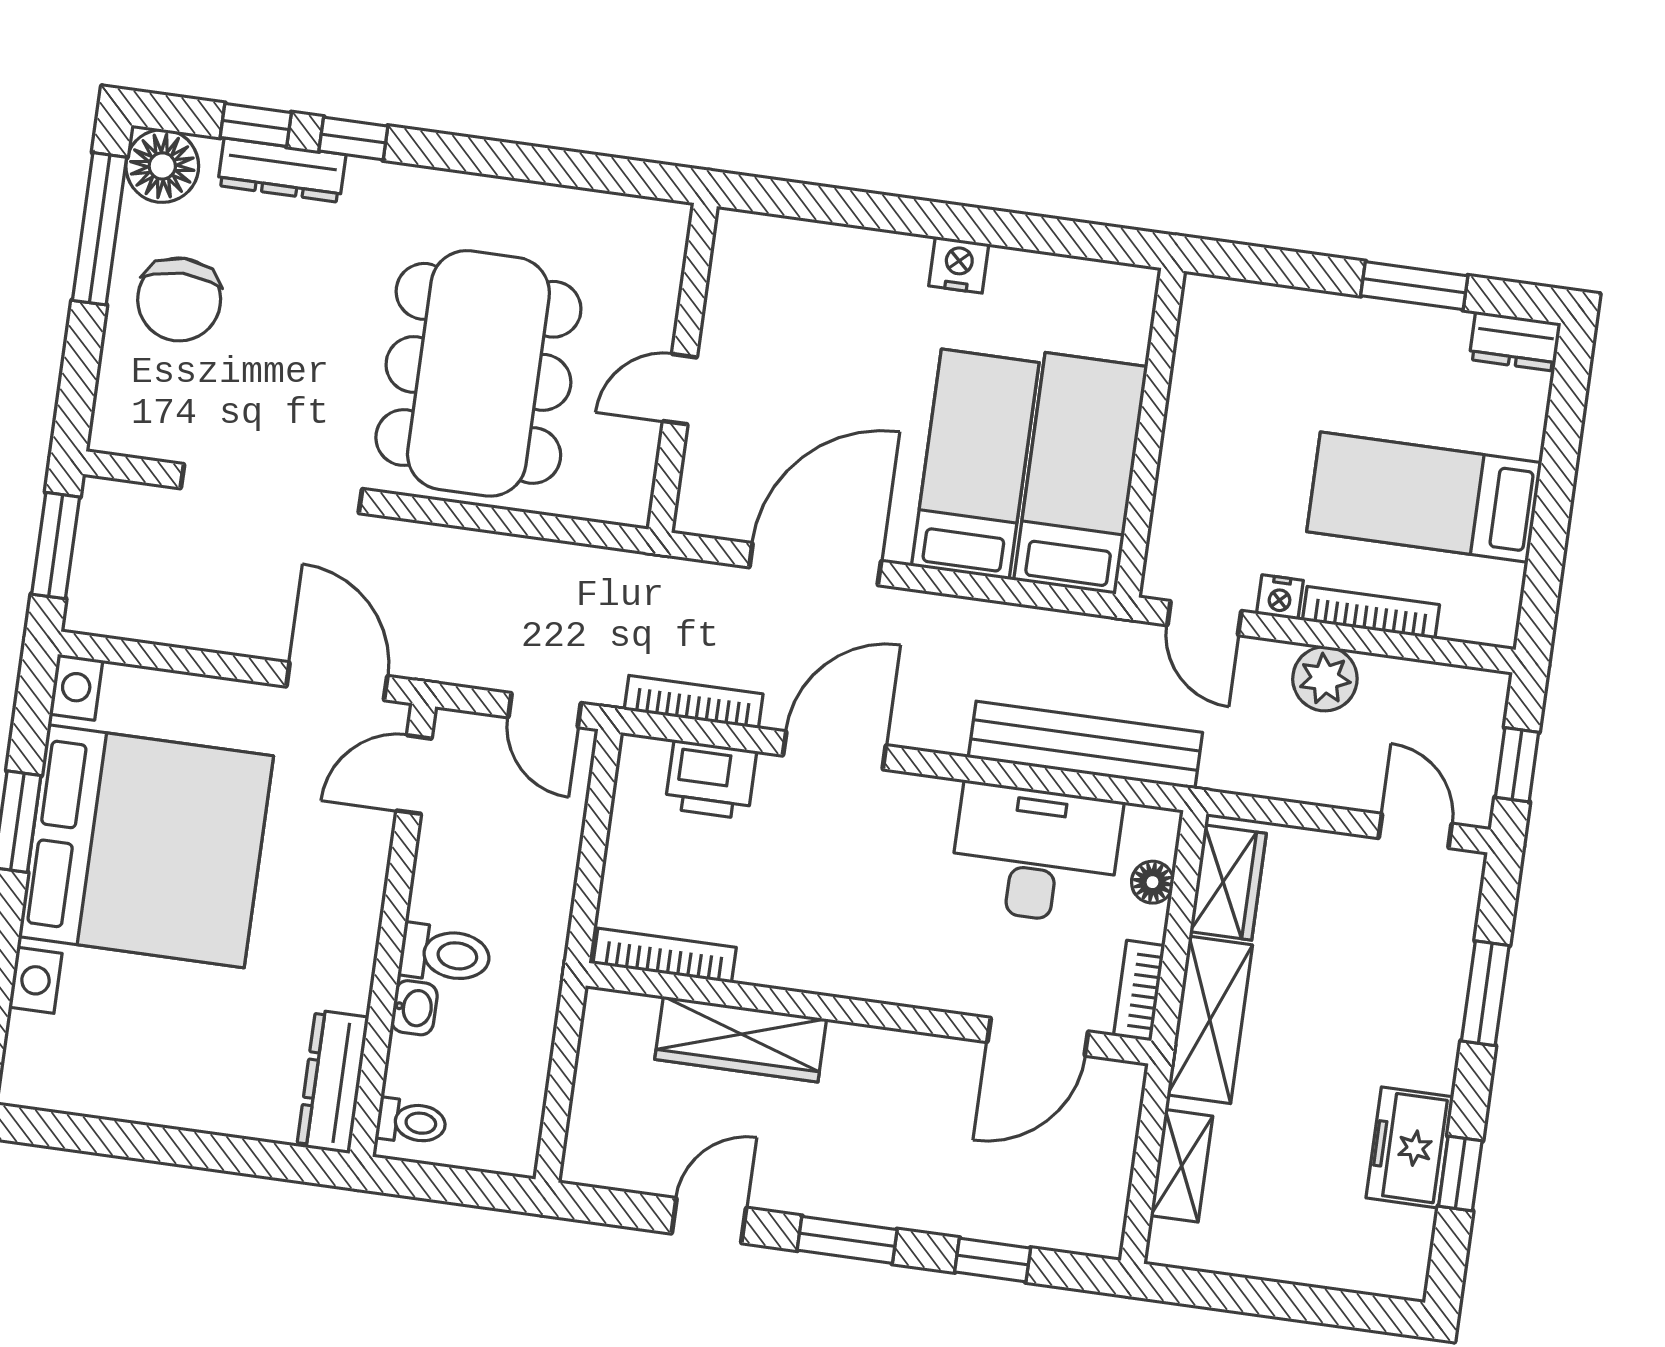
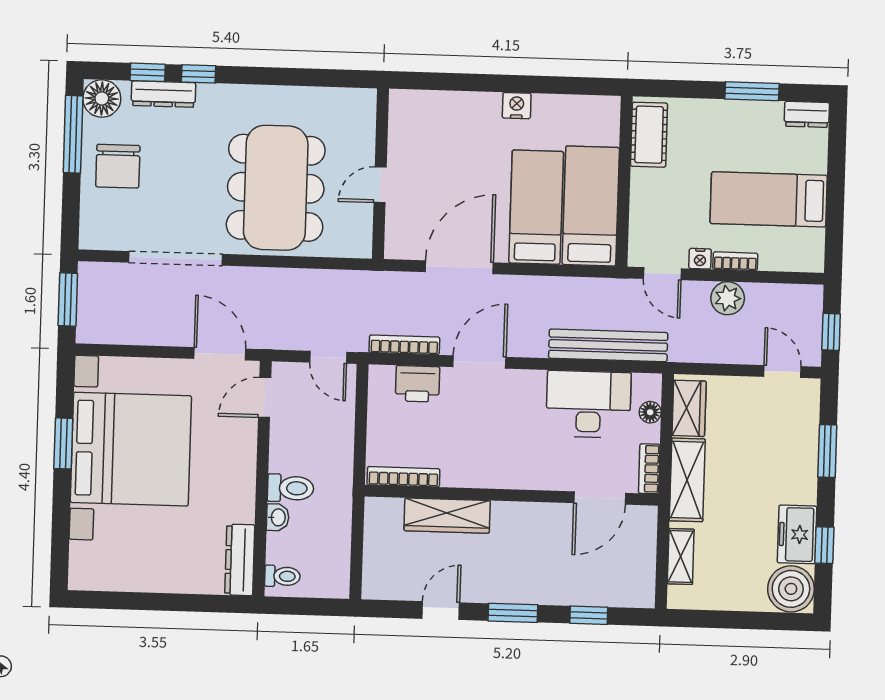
cot: (1207, 348) -> (649, 135), added
bookcase: (1371, 612) -> (735, 261), width x0.64
boiler: (1387, 1251) -> (791, 589), added

